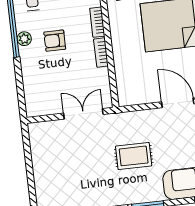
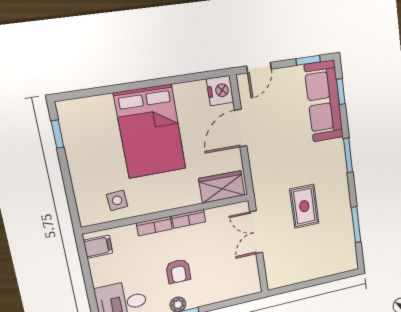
wardrobe: (127, 84) -> (222, 187), added
rug: (134, 156) -> (304, 206), moved

